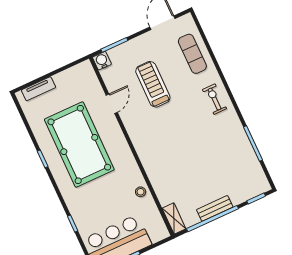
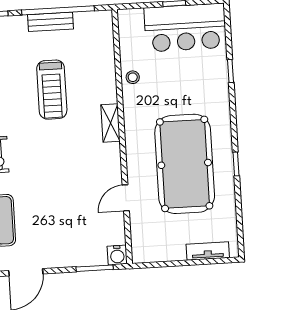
treadmill: (153, 84) -> (52, 90), moved
shelving: (174, 218) -> (110, 123), moved

